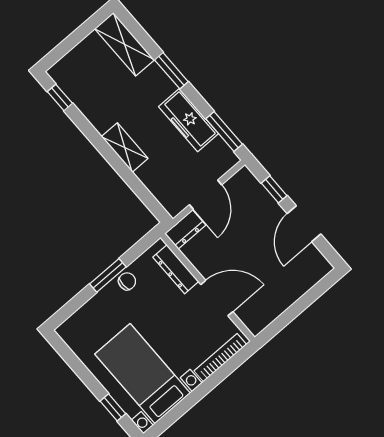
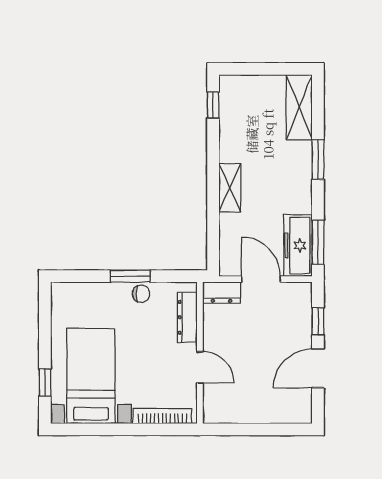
freezer: (188, 120) -> (298, 246), moved
door: (205, 195) -> (261, 279), swing flipped
door: (217, 298) -> (200, 367), width x0.73

